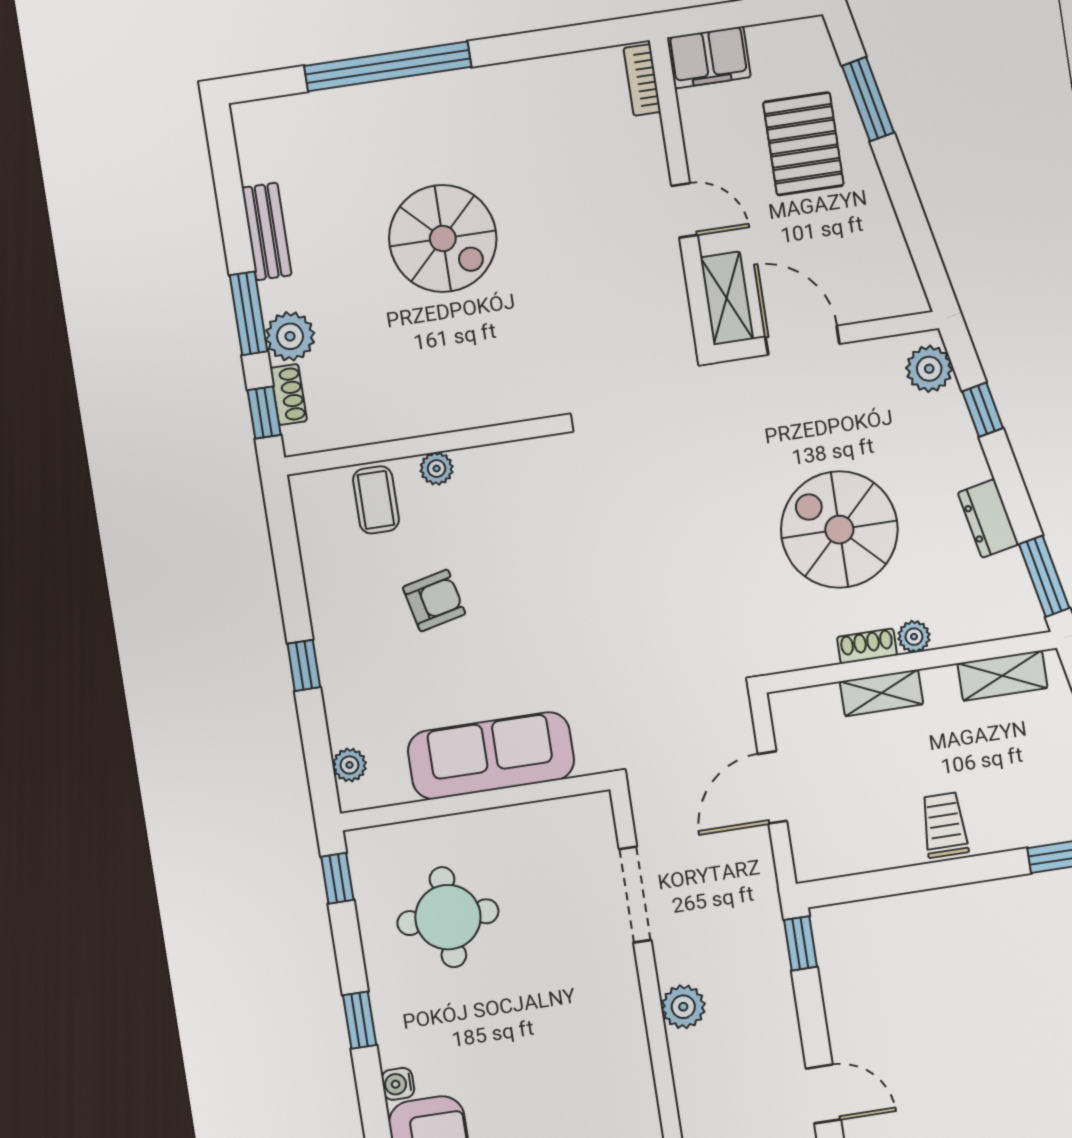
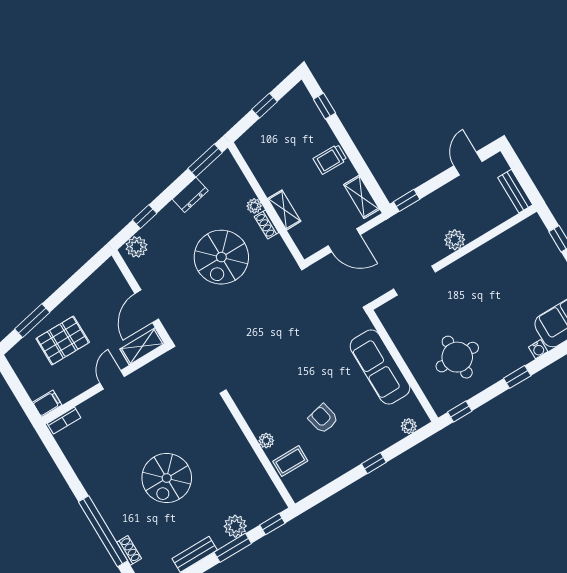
filing cabinet: (709, 57) -> (47, 404), width x0.50
spiral stairs: (443, 238) -> (167, 478), turned 180
shoe rack: (289, 395) -> (129, 550), moved, turned 90
shelving: (1003, 676) -> (362, 197), moved

